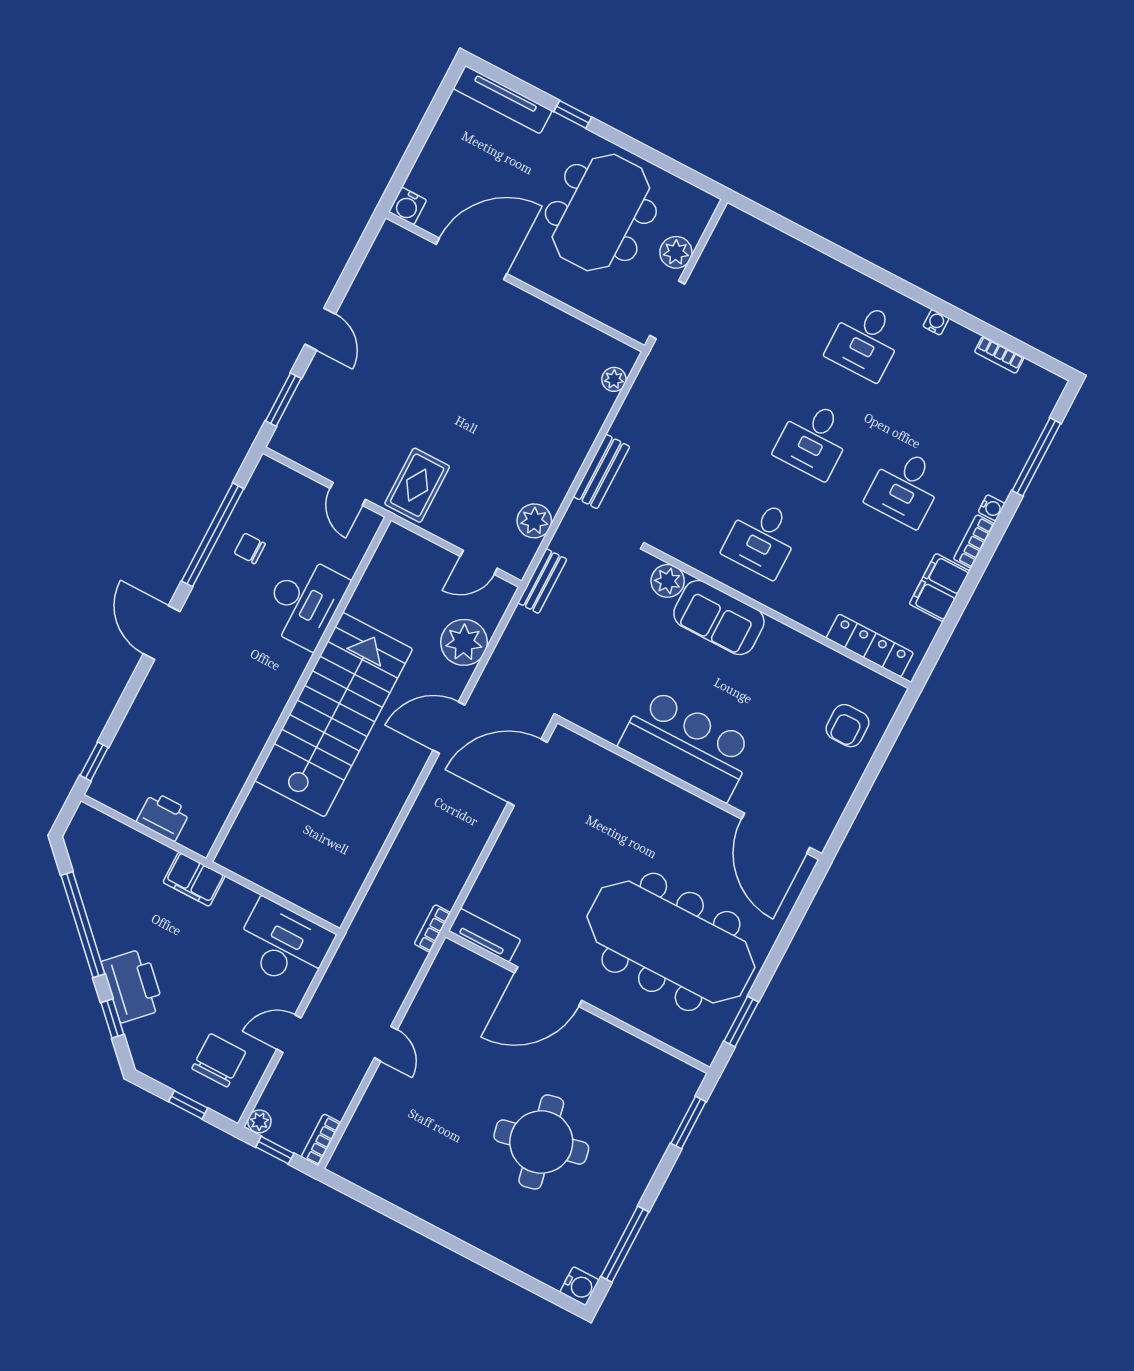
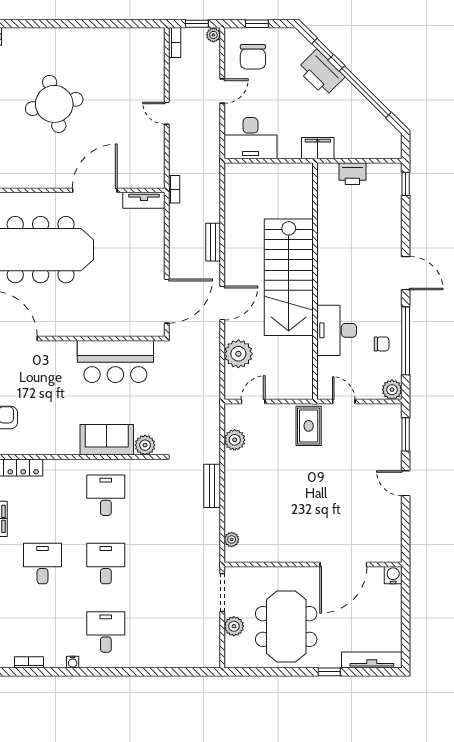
plant: (269, 475) -> (392, 390), added
bench: (542, 581) -> (213, 242), moved
bar counter: (687, 745) -> (115, 361), moved

